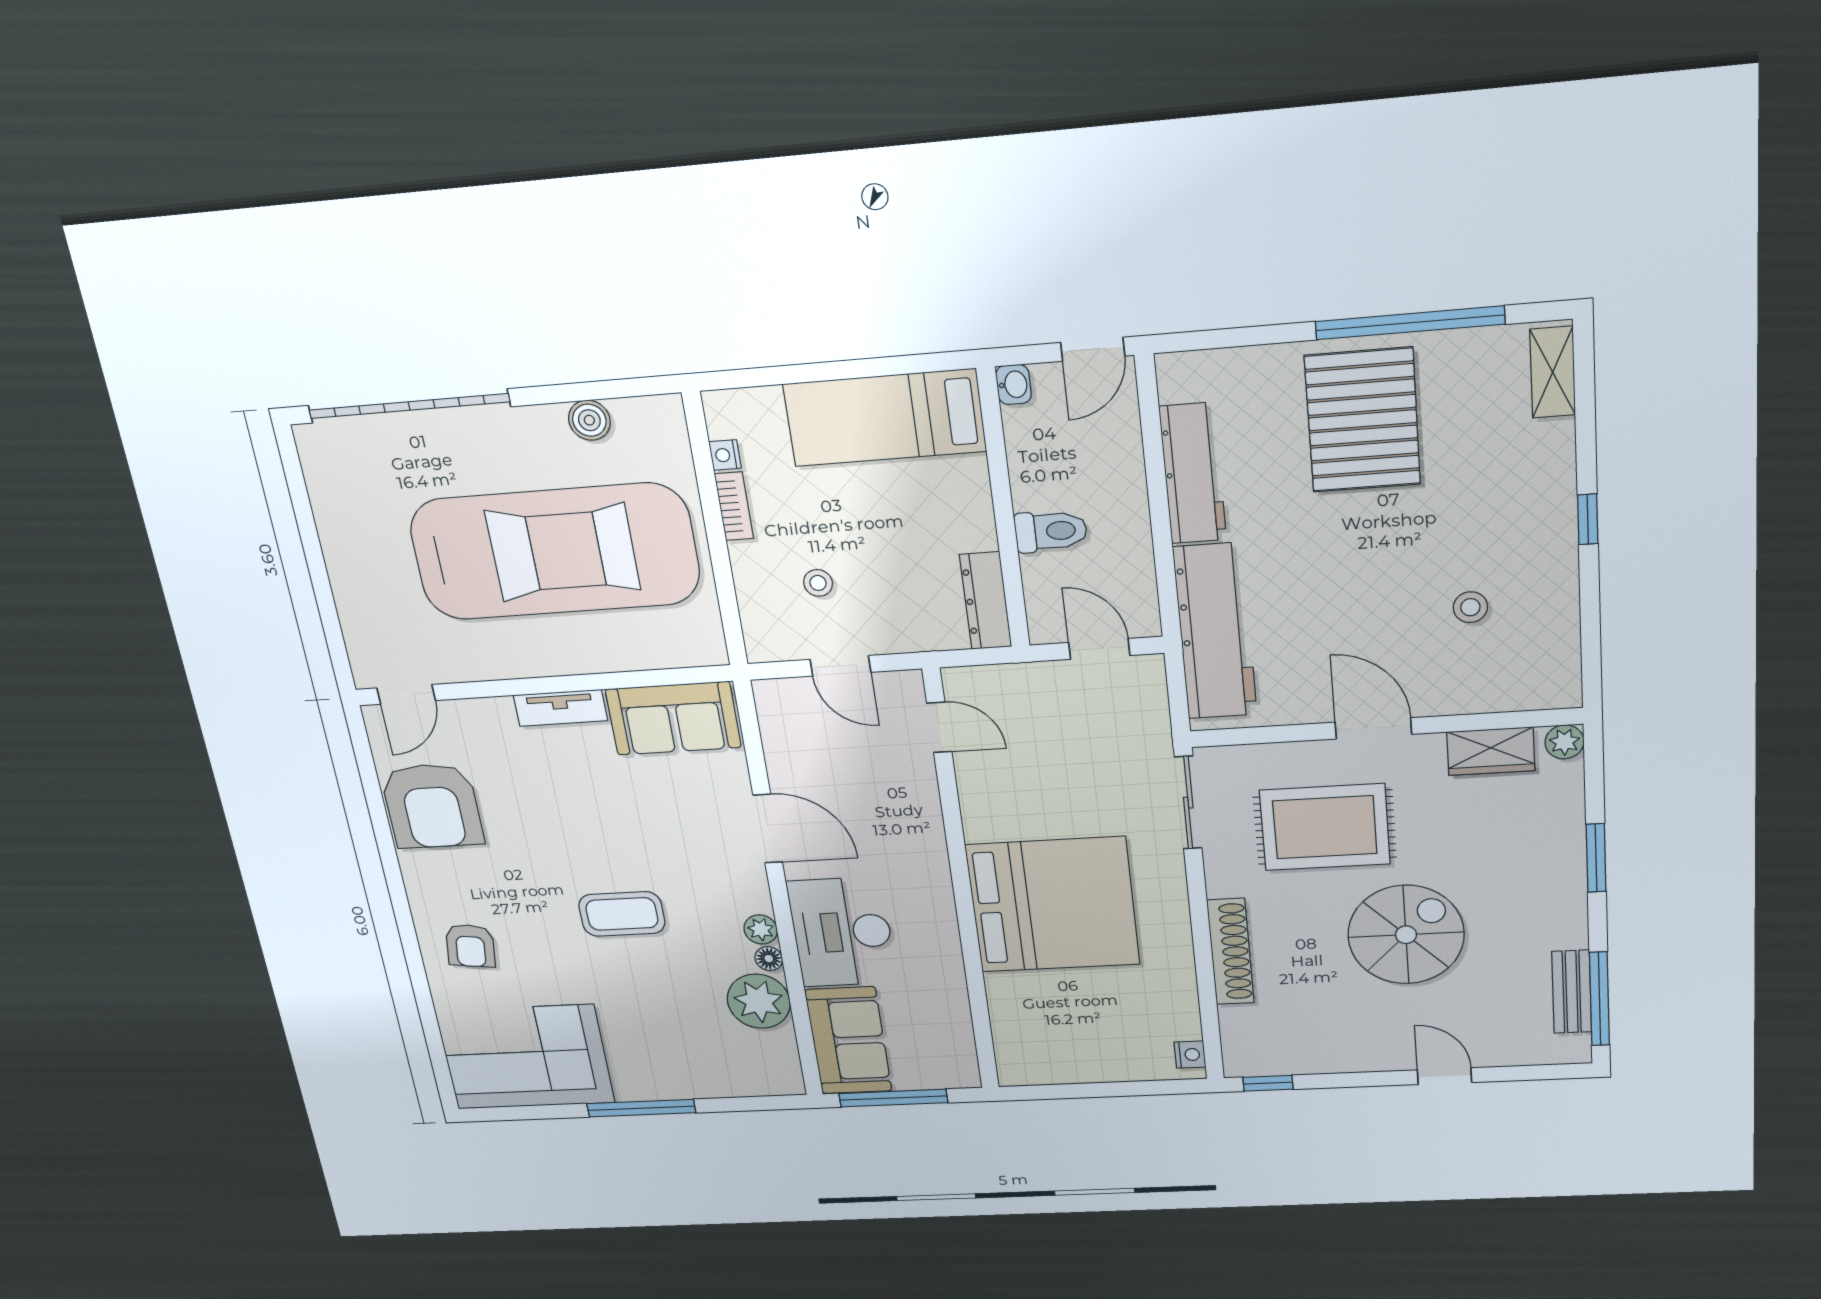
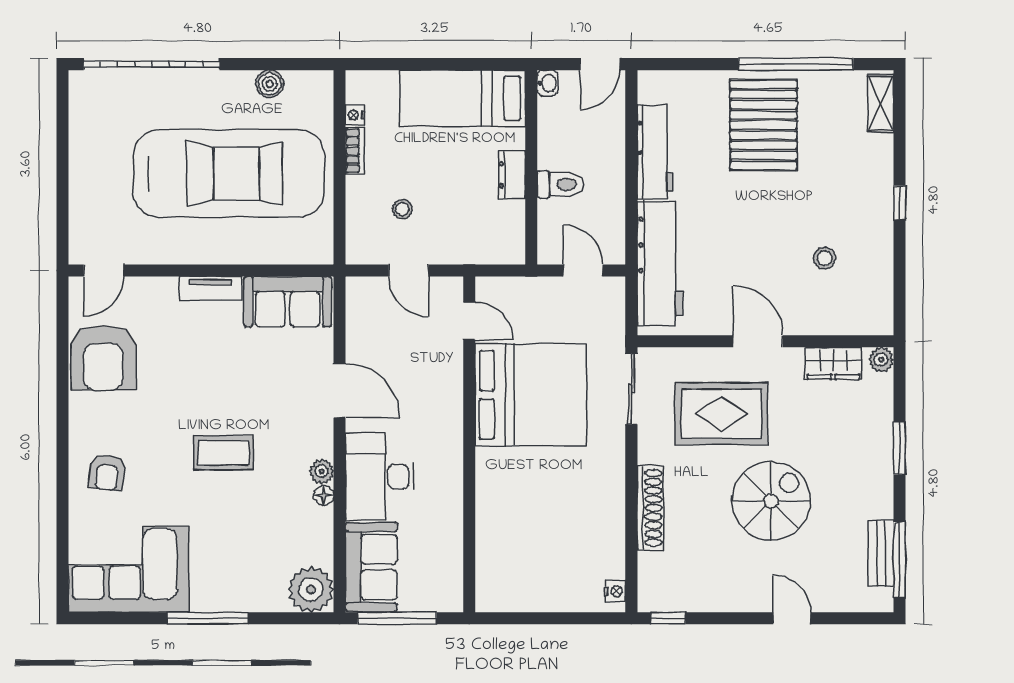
dresser: (986, 601) -> (512, 175), moved, width x0.70
bed: (1053, 905) -> (531, 395), moved
plant: (759, 1001) -> (311, 589), moved

